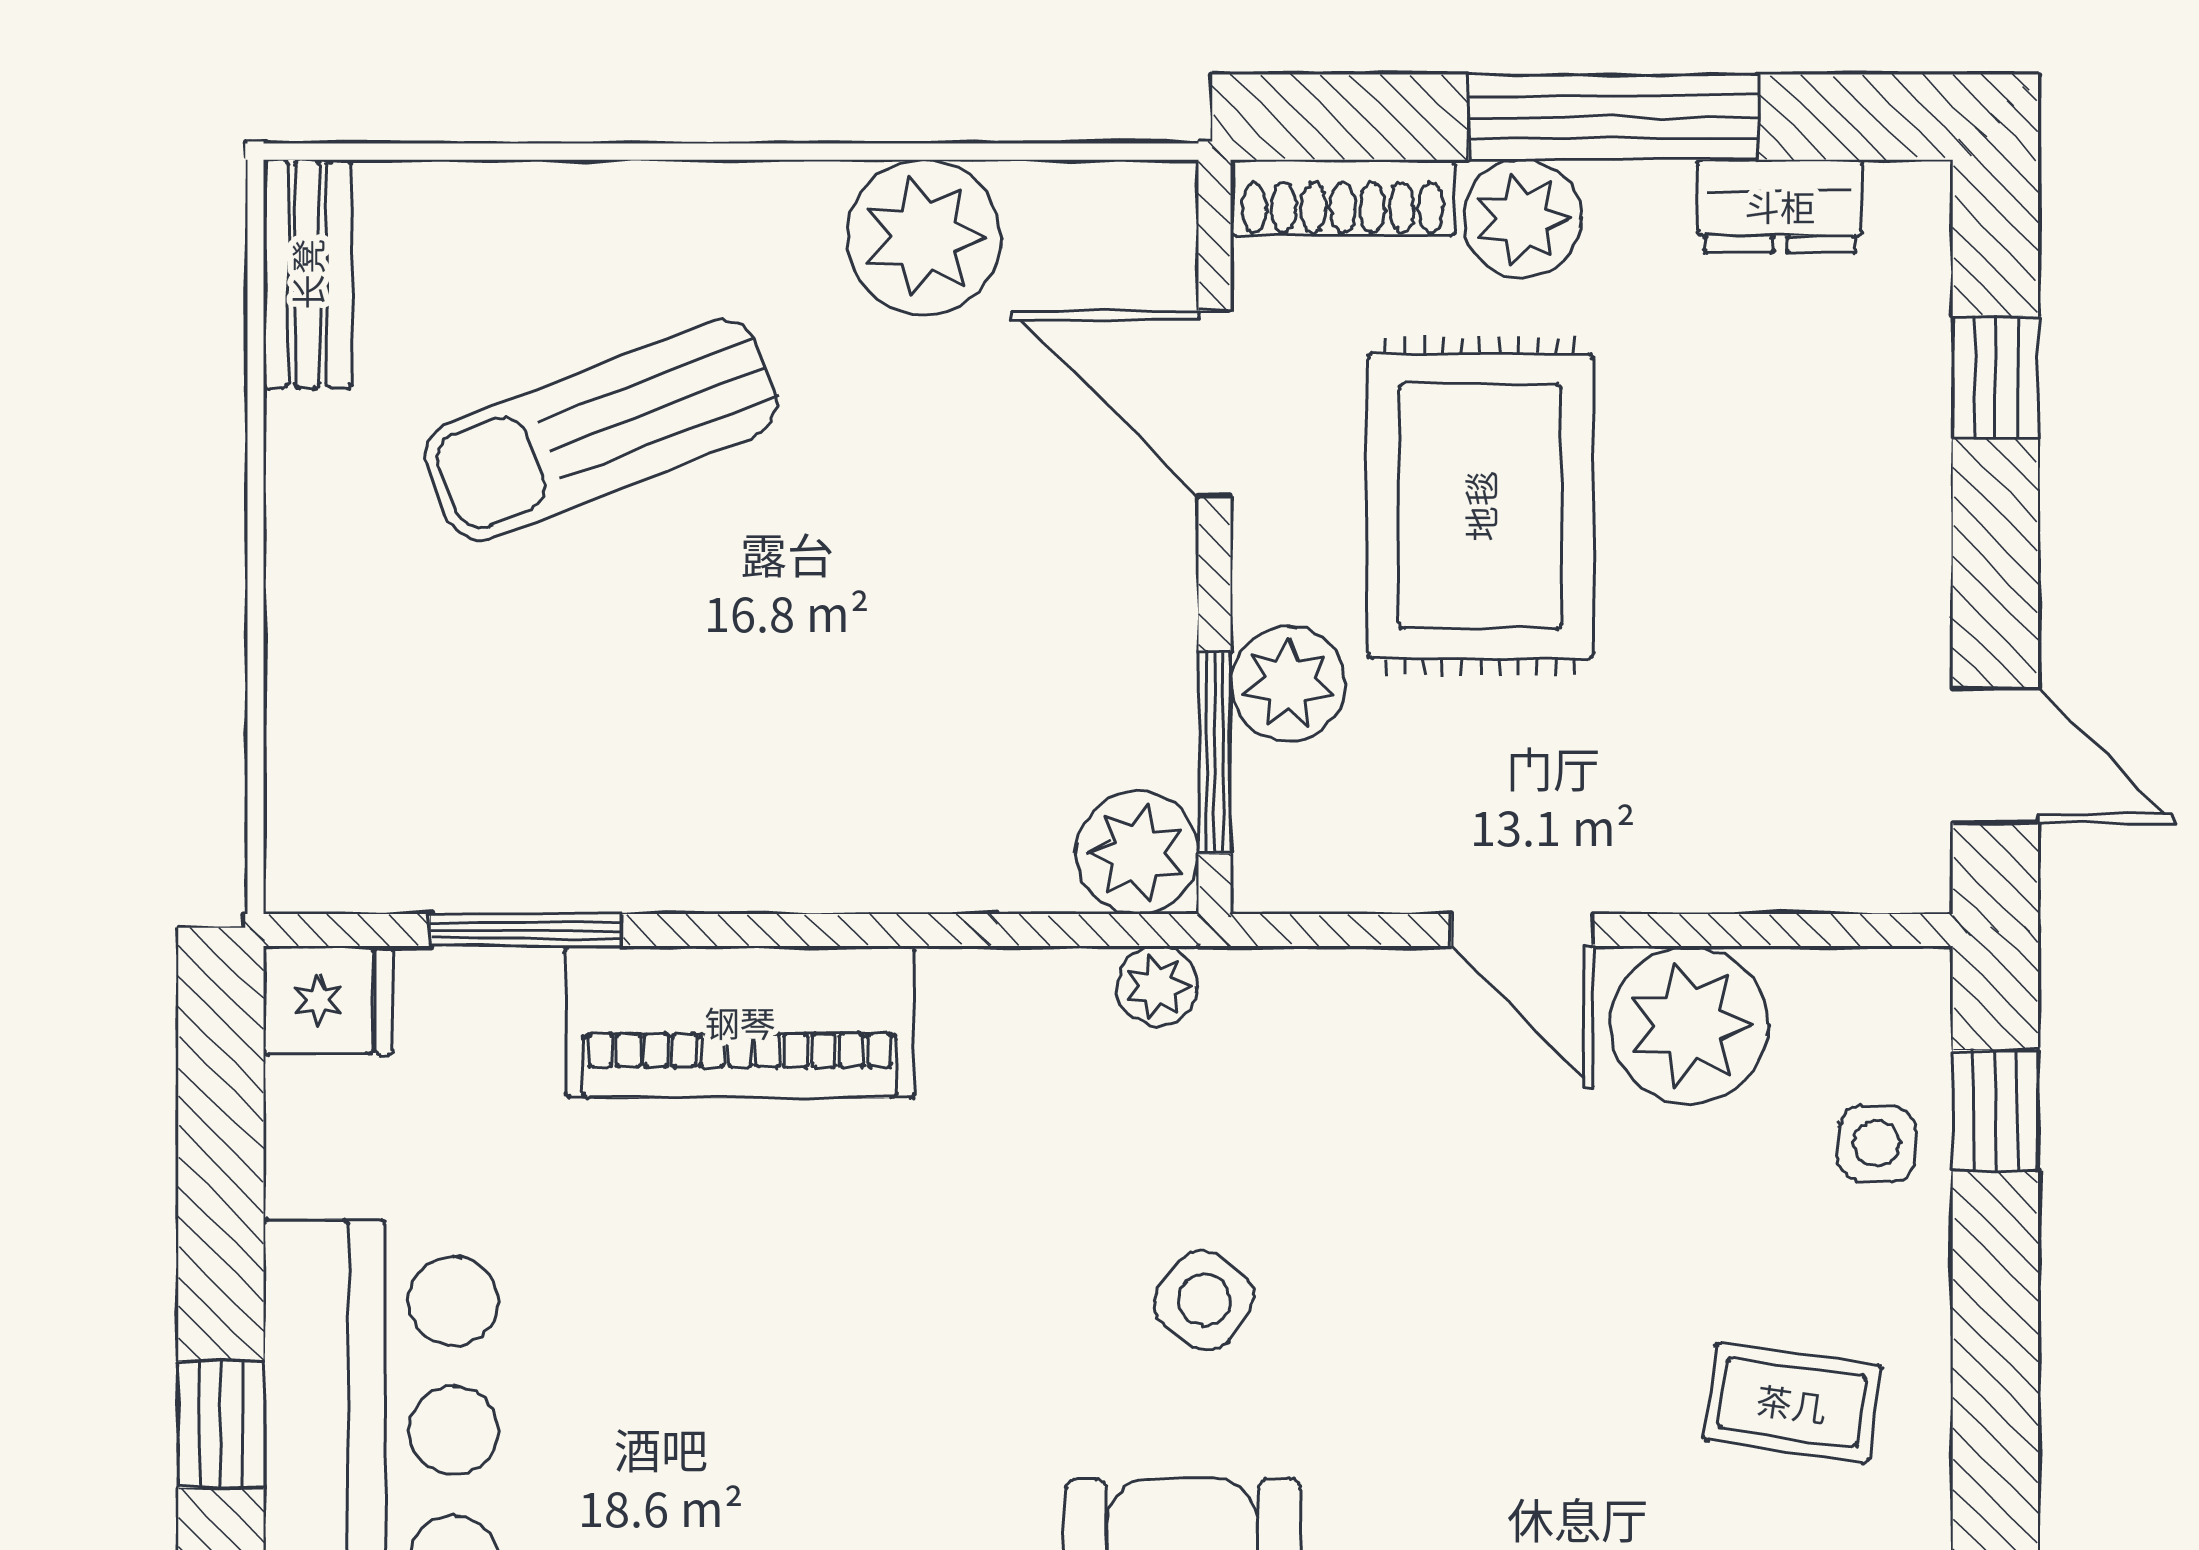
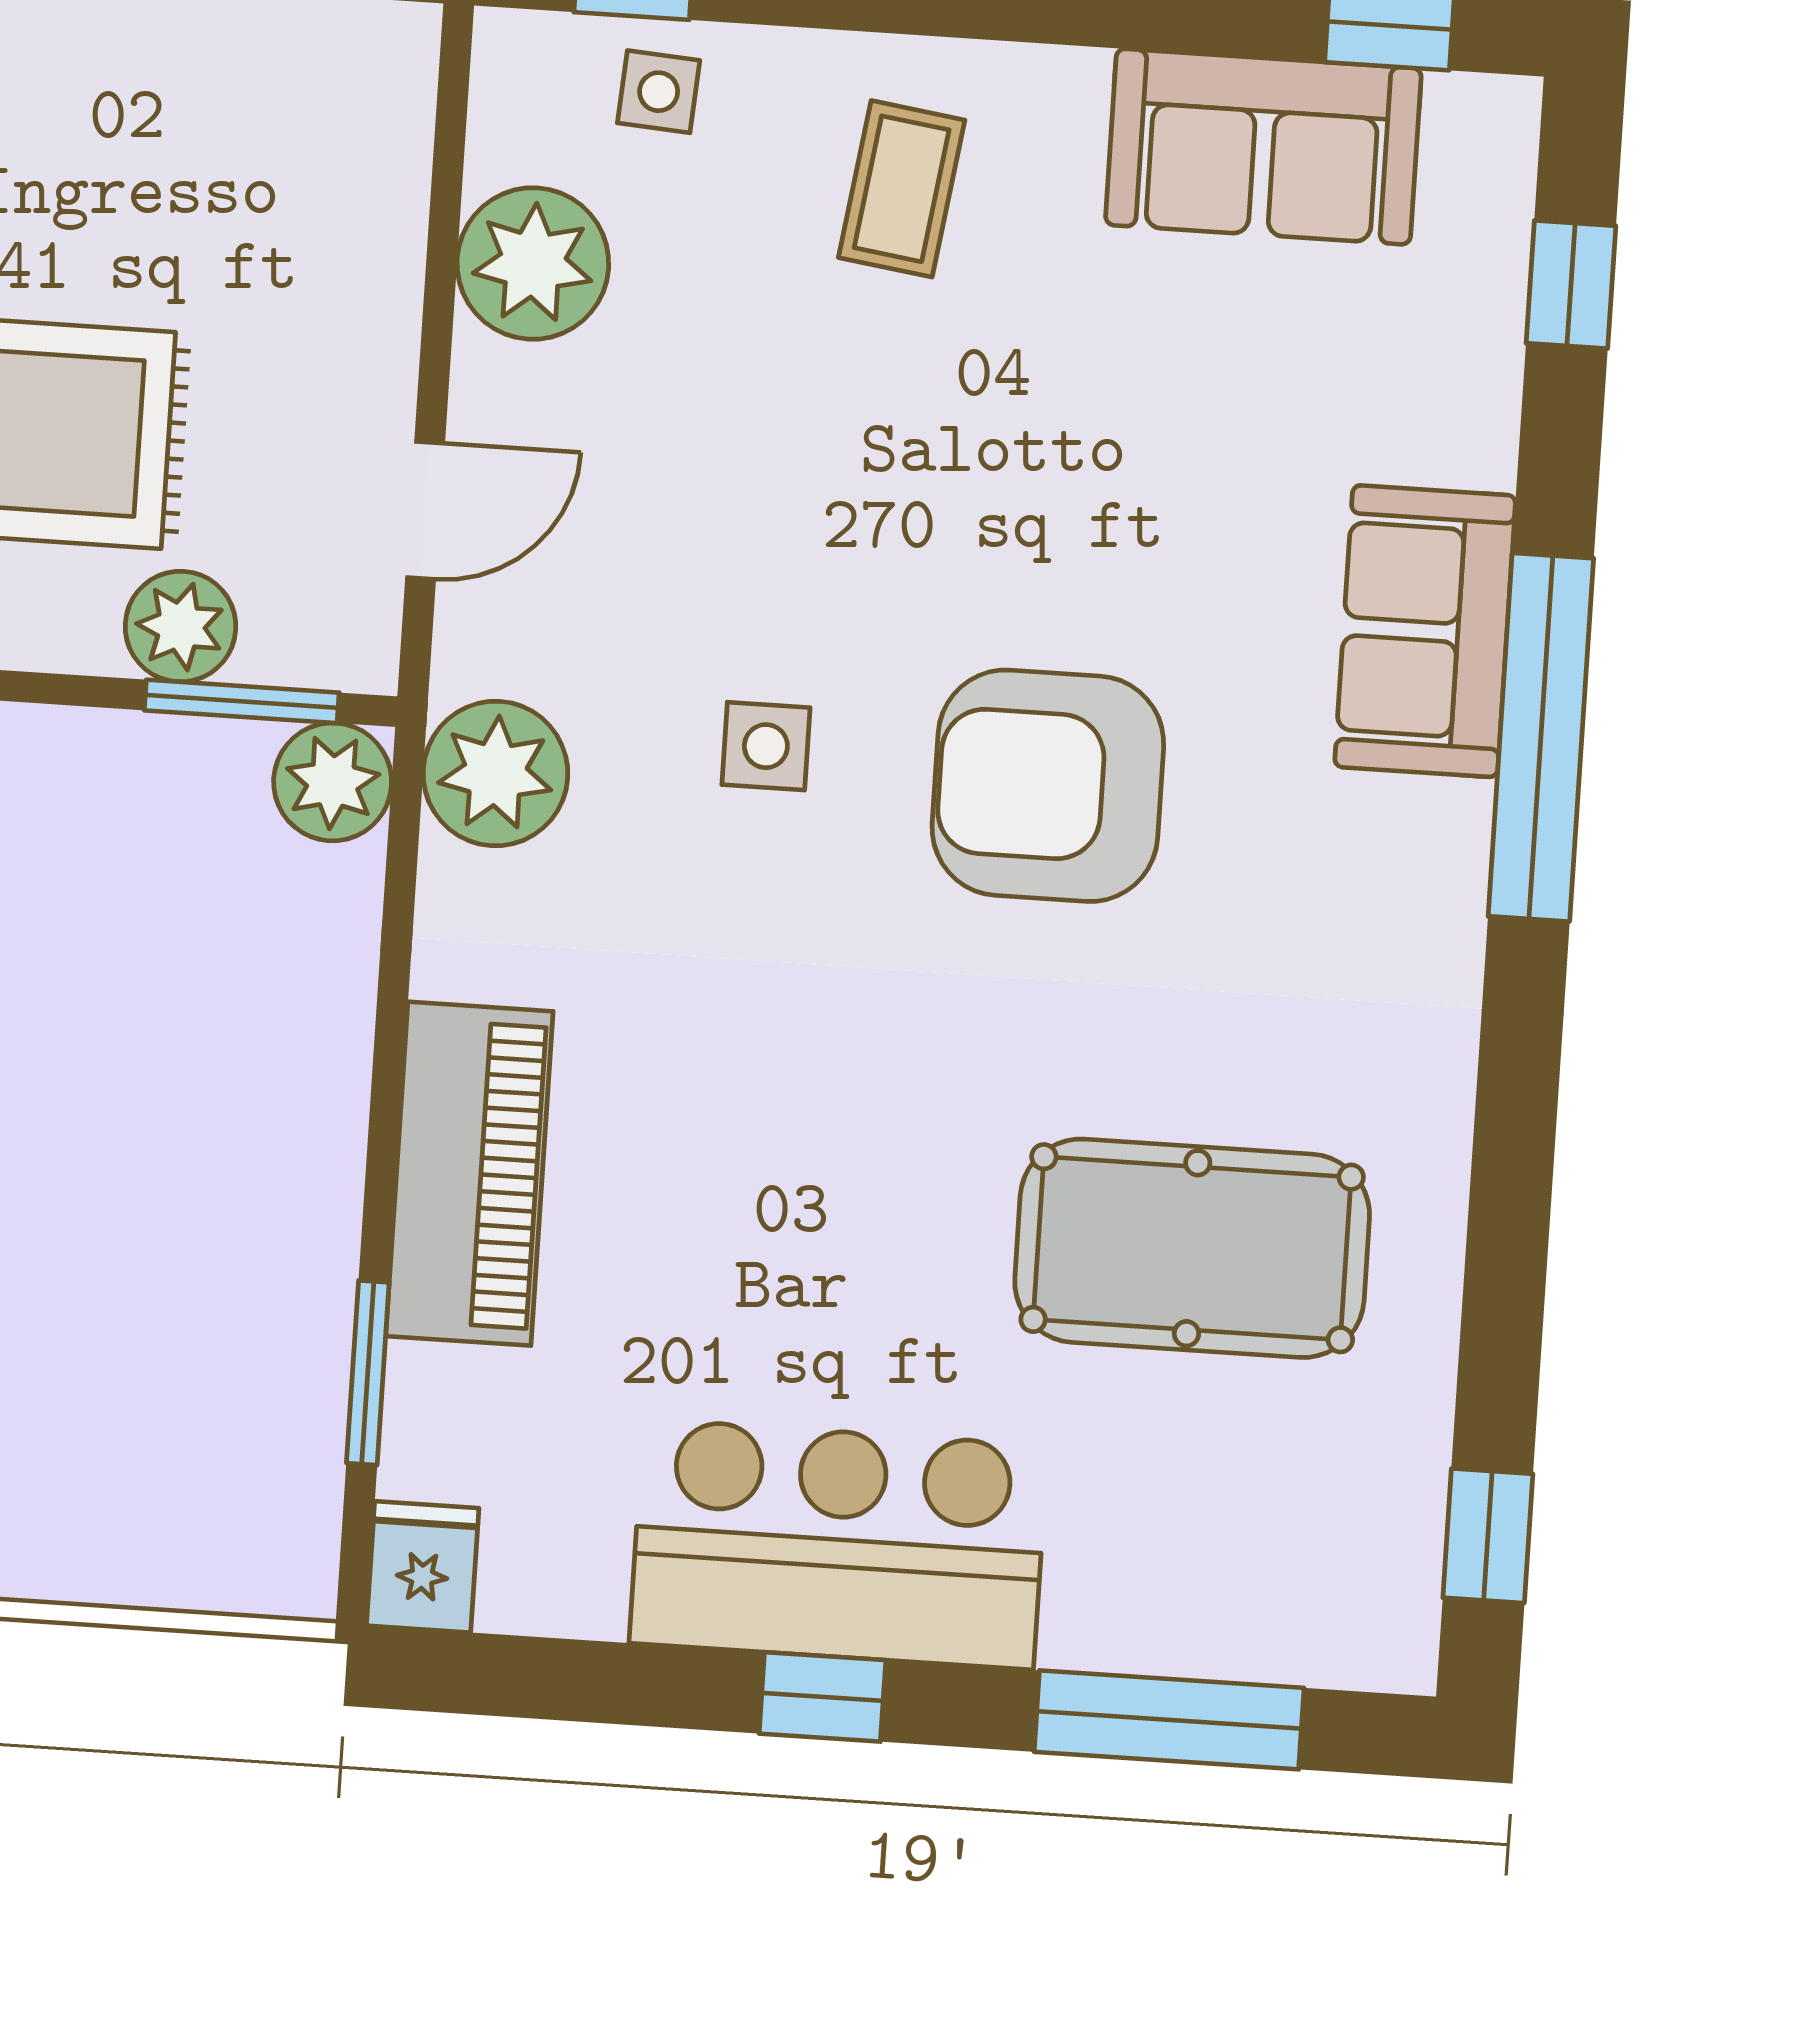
door: (1522, 930) -> (425, 510), moved
plant: (1157, 986) -> (495, 774), width x1.88, depth x1.88
side table: (1204, 1300) -> (766, 746), turned -36

